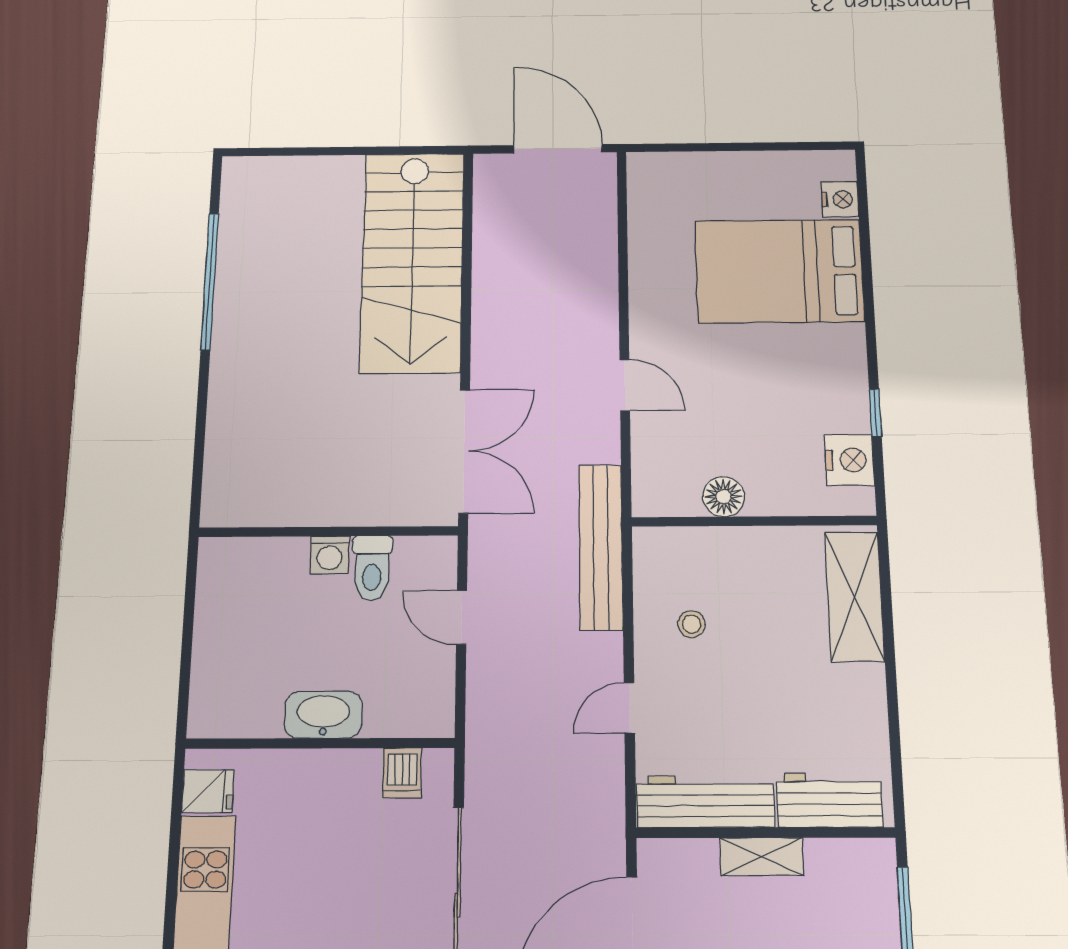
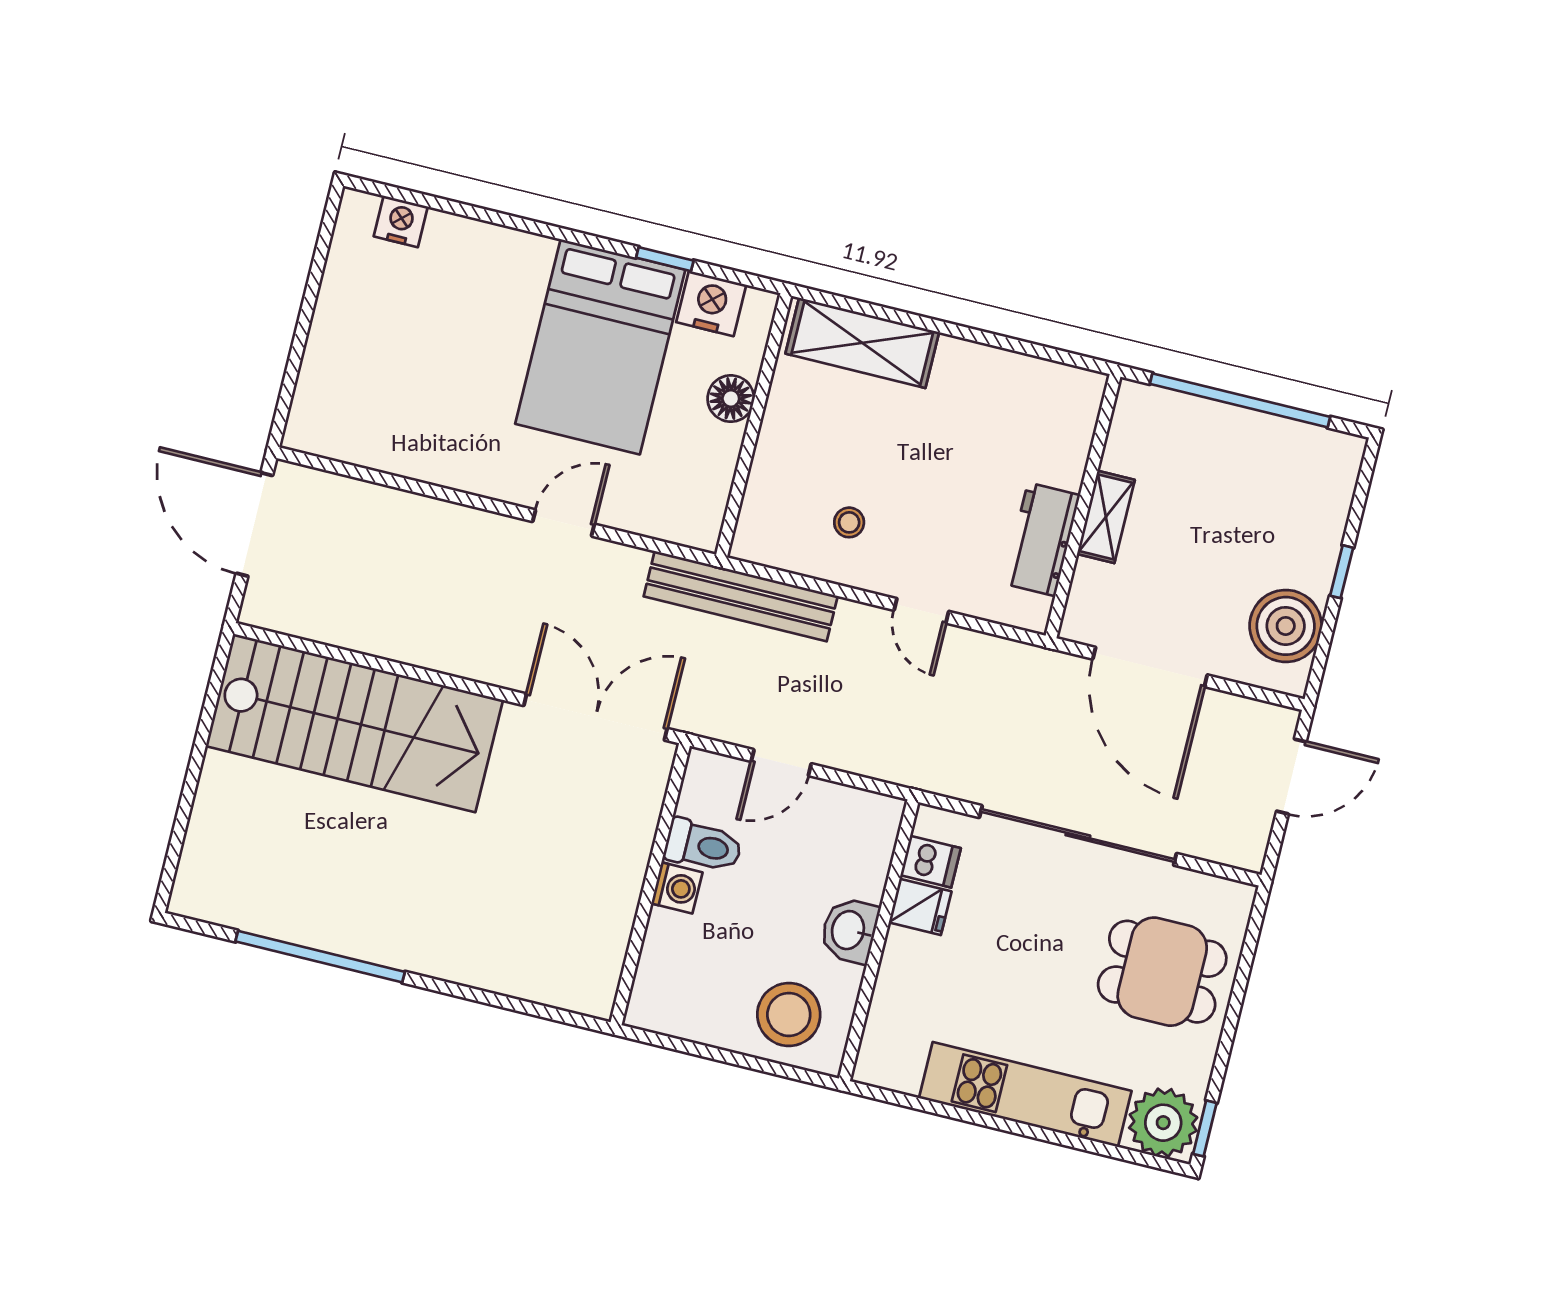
door: (558, 149) -> (254, 524), hinge flipped
bed: (779, 271) -> (600, 347), moved
floor lamp: (724, 497) -> (731, 399), moved
stool: (236, 679) -> (789, 1014), added
washbasin: (323, 715) -> (849, 930), width x0.72
fridge: (208, 791) -> (920, 907), moved, turned 90
workbench: (829, 800) -> (1067, 432), removed
workbench: (705, 802) -> (1042, 539), width x0.73

